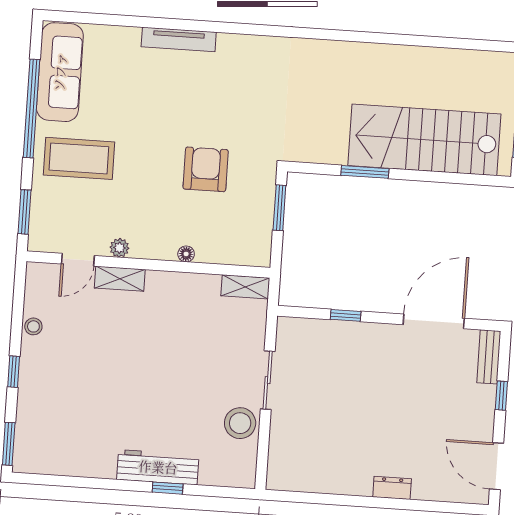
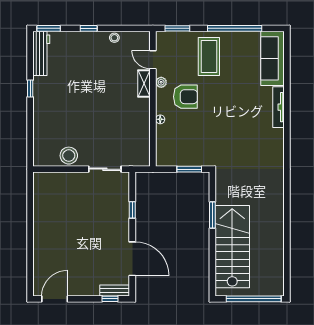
sofa: (60, 72) -> (272, 58), moved, turned 90
armchair: (206, 169) -> (185, 97), moved
shelving: (245, 287) -> (144, 153), removed
sliding door: (268, 380) -> (105, 169), moved
window: (501, 396) -> (110, 299), moved
workbench: (158, 467) -> (41, 53), moved
window: (168, 488) -> (30, 89), moved
dresser: (392, 488) -> (39, 242), removed

